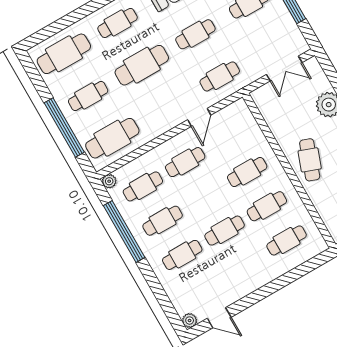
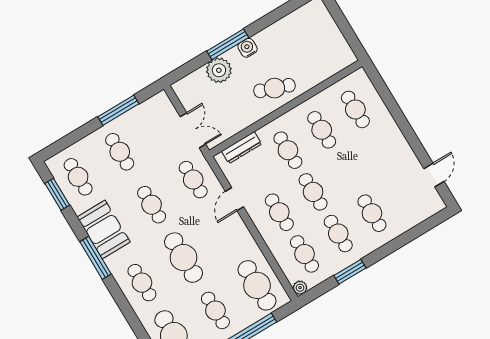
double door: (284, 69) -> (193, 130), moved
door: (199, 117) -> (234, 199), swing flipped
dresser: (251, 126) -> (242, 148), added
cafe table: (225, 231) -> (313, 192), moved
window: (124, 232) -> (350, 272), width x0.47
plant: (190, 321) -> (437, 205), removed

